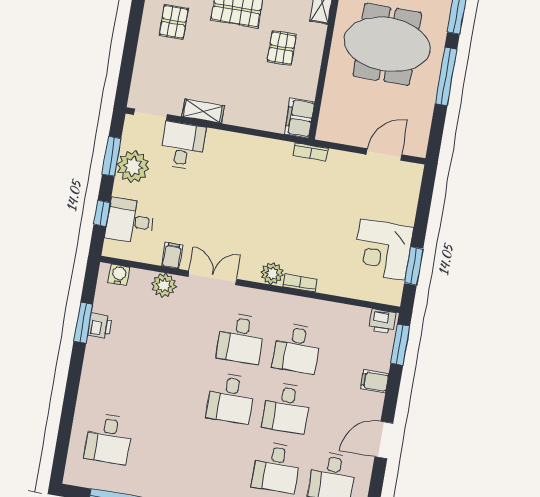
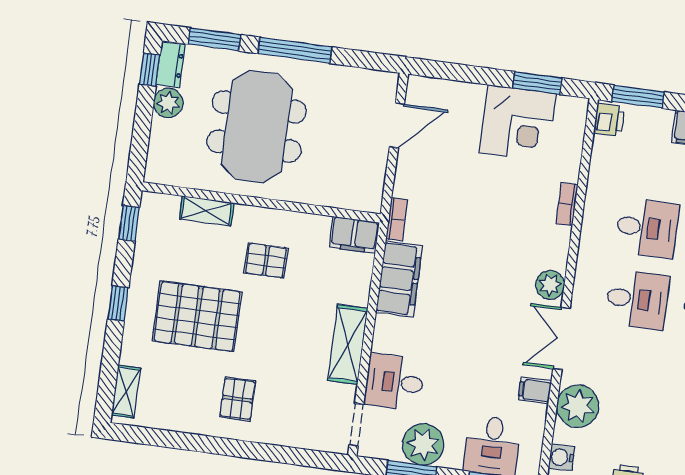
pallet: (174, 22) -> (238, 399), turned 90
shelving: (203, 111) -> (348, 344), width x1.50, depth x1.33
filing cabinet: (263, 152) -> (399, 279), added
door: (384, 154) -> (397, 125), swing flipped
plant: (272, 273) -> (550, 285), moved
bookcase: (300, 283) -> (567, 204), moved
plant: (164, 285) -> (578, 406), width x1.36, depth x1.36

